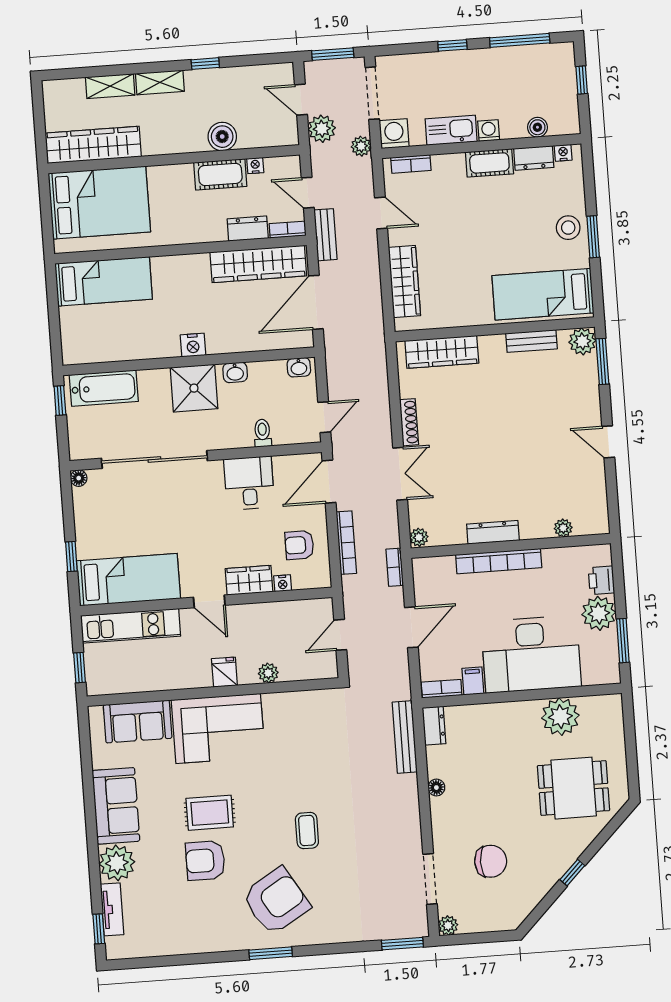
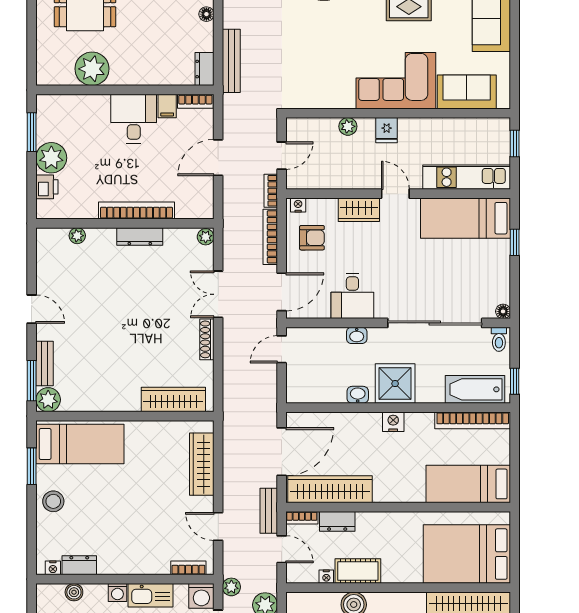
cot: (489, 163) -> (119, 564), removed
window: (593, 237) -> (32, 466), moved
bench: (531, 341) -> (44, 363), moved, turned 90
bookcase: (104, 353) -> (473, 420), added
washbasin: (299, 367) -> (357, 335), moved, turned 180
toilet: (262, 433) -> (499, 339), moved
bookcase: (395, 567) -> (271, 191), moved, turned 180
nightstand: (283, 583) -> (298, 205), moved
desk: (531, 654) -> (134, 119), width x0.53, depth x0.77

